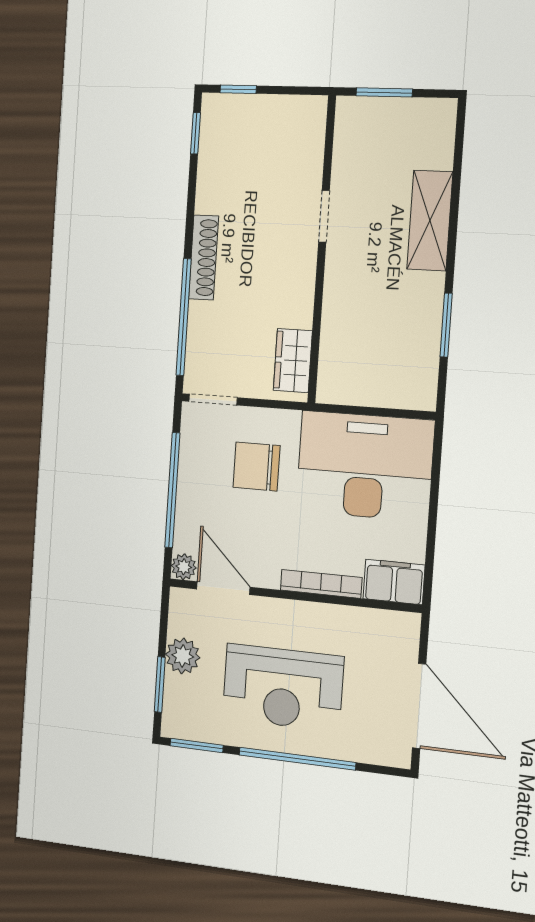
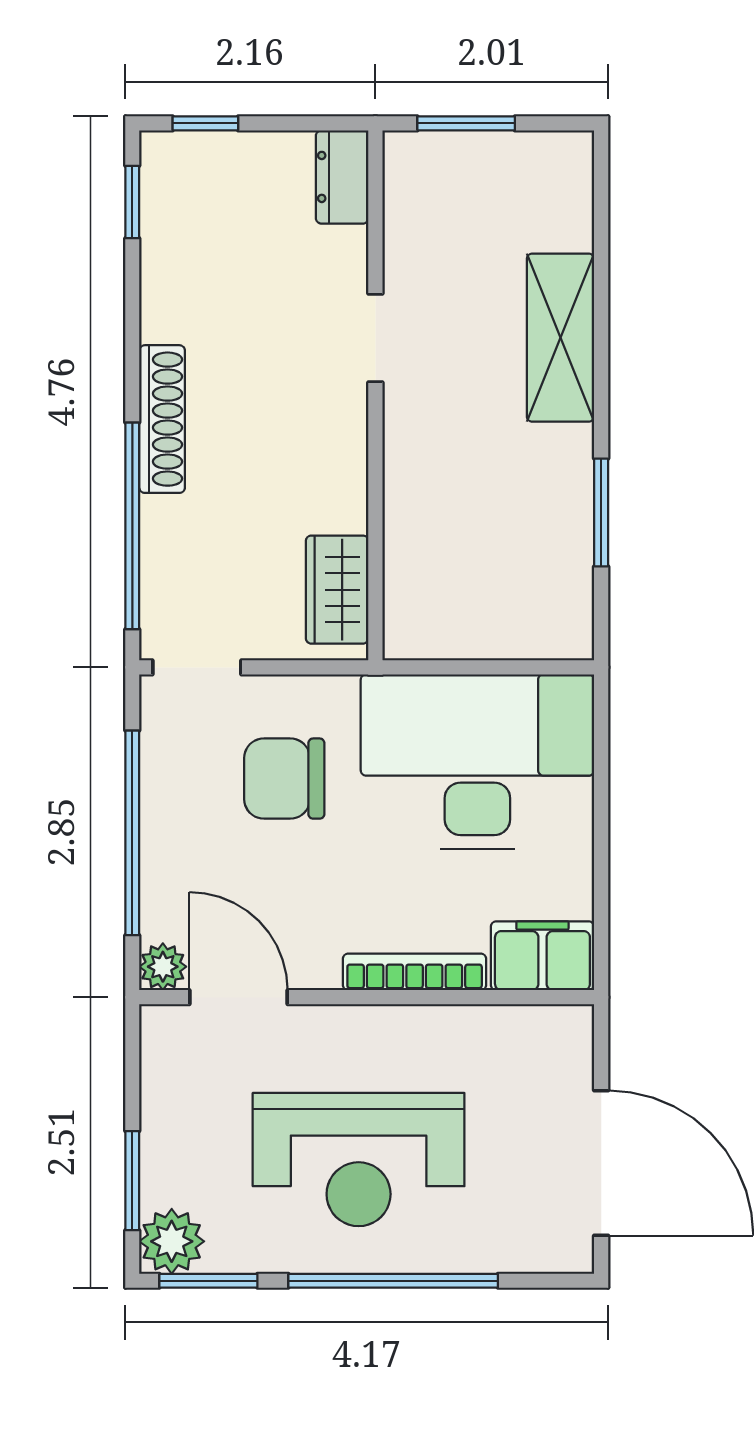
dresser: (312, 122) -> (342, 177), added
plant: (183, 656) -> (172, 1241), moved

